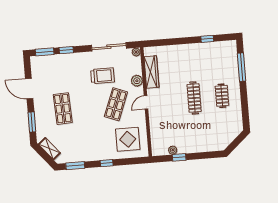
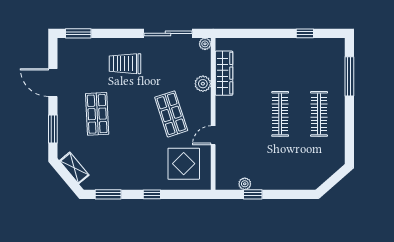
window: (66, 50) -> (108, 33), removed
trolley: (102, 76) -> (125, 64), moved, turned 180
clothes rail: (222, 96) -> (319, 114), width x1.36
door: (146, 102) -> (213, 135), moved
shop shelf: (116, 104) -> (171, 114), turned -39

